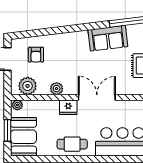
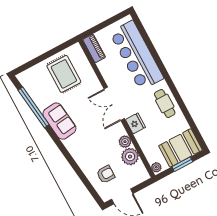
plant: (28, 86) -> (130, 157), moved

